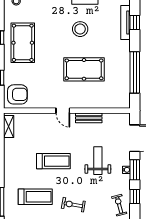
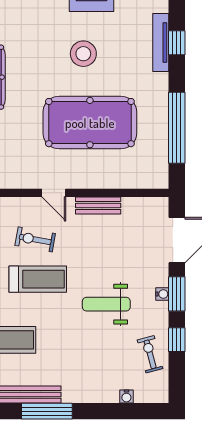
pool table: (84, 69) -> (90, 123), width x1.36, depth x1.32
weight bench: (98, 161) -> (106, 304), moved, turned -90
exercise bike: (73, 205) -> (35, 239), moved

